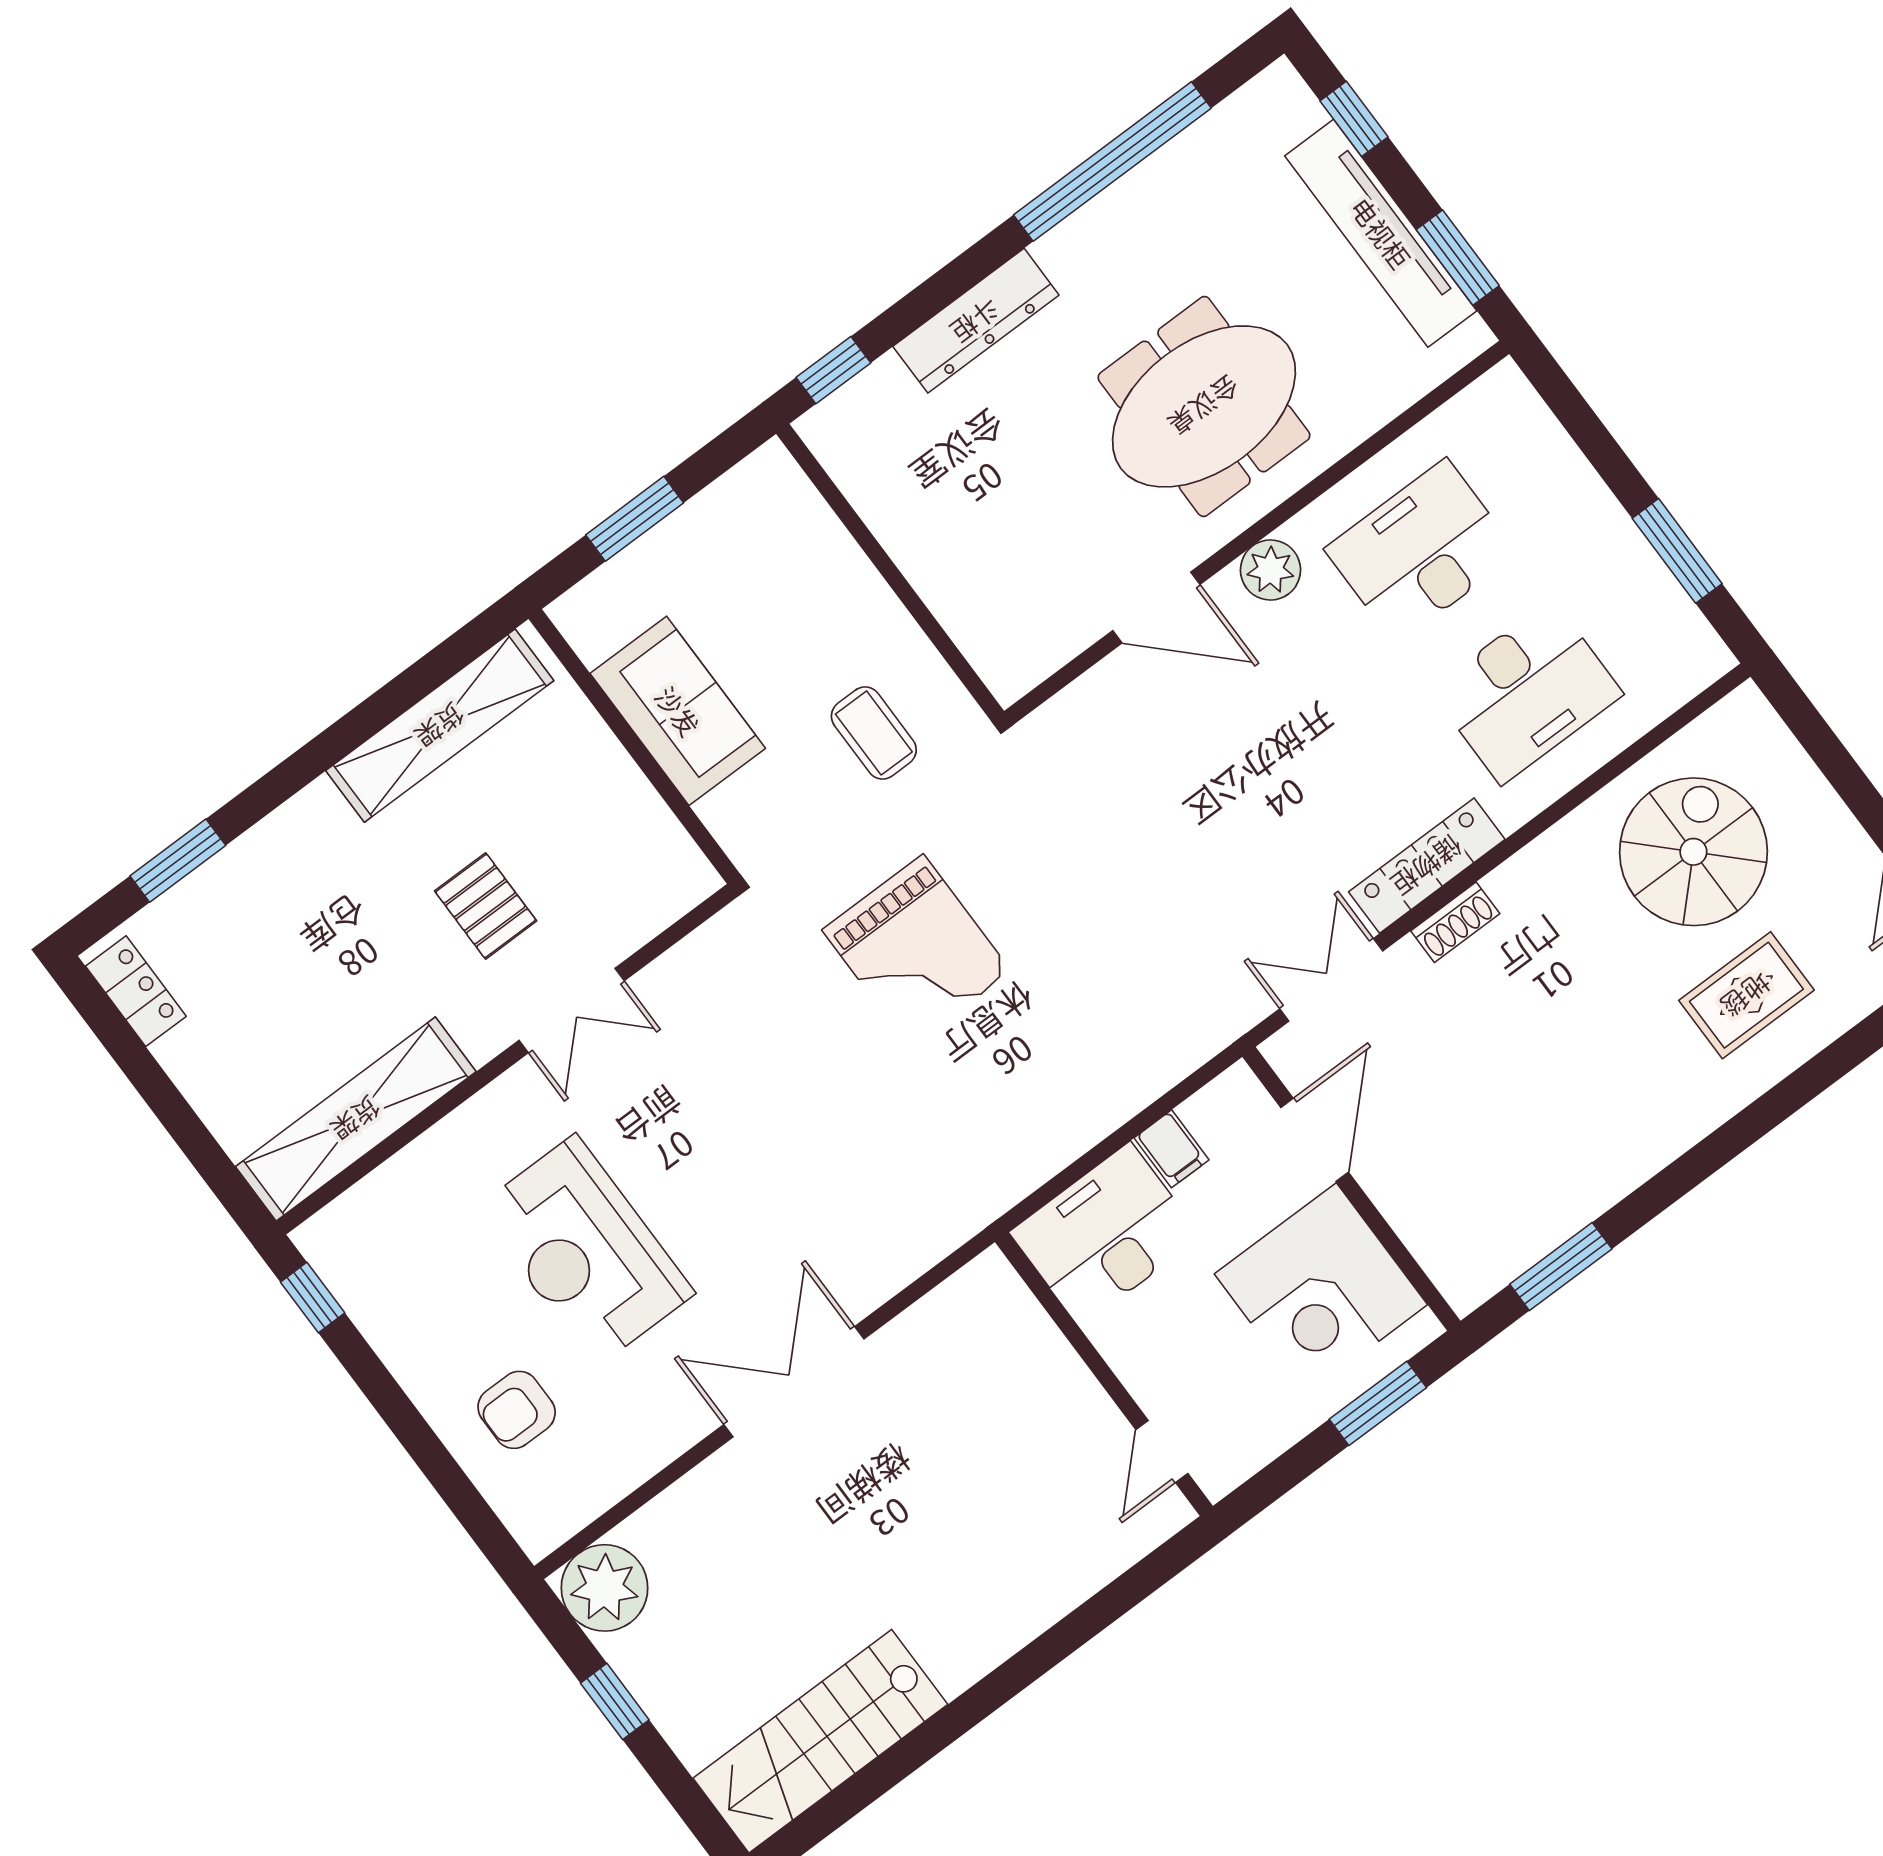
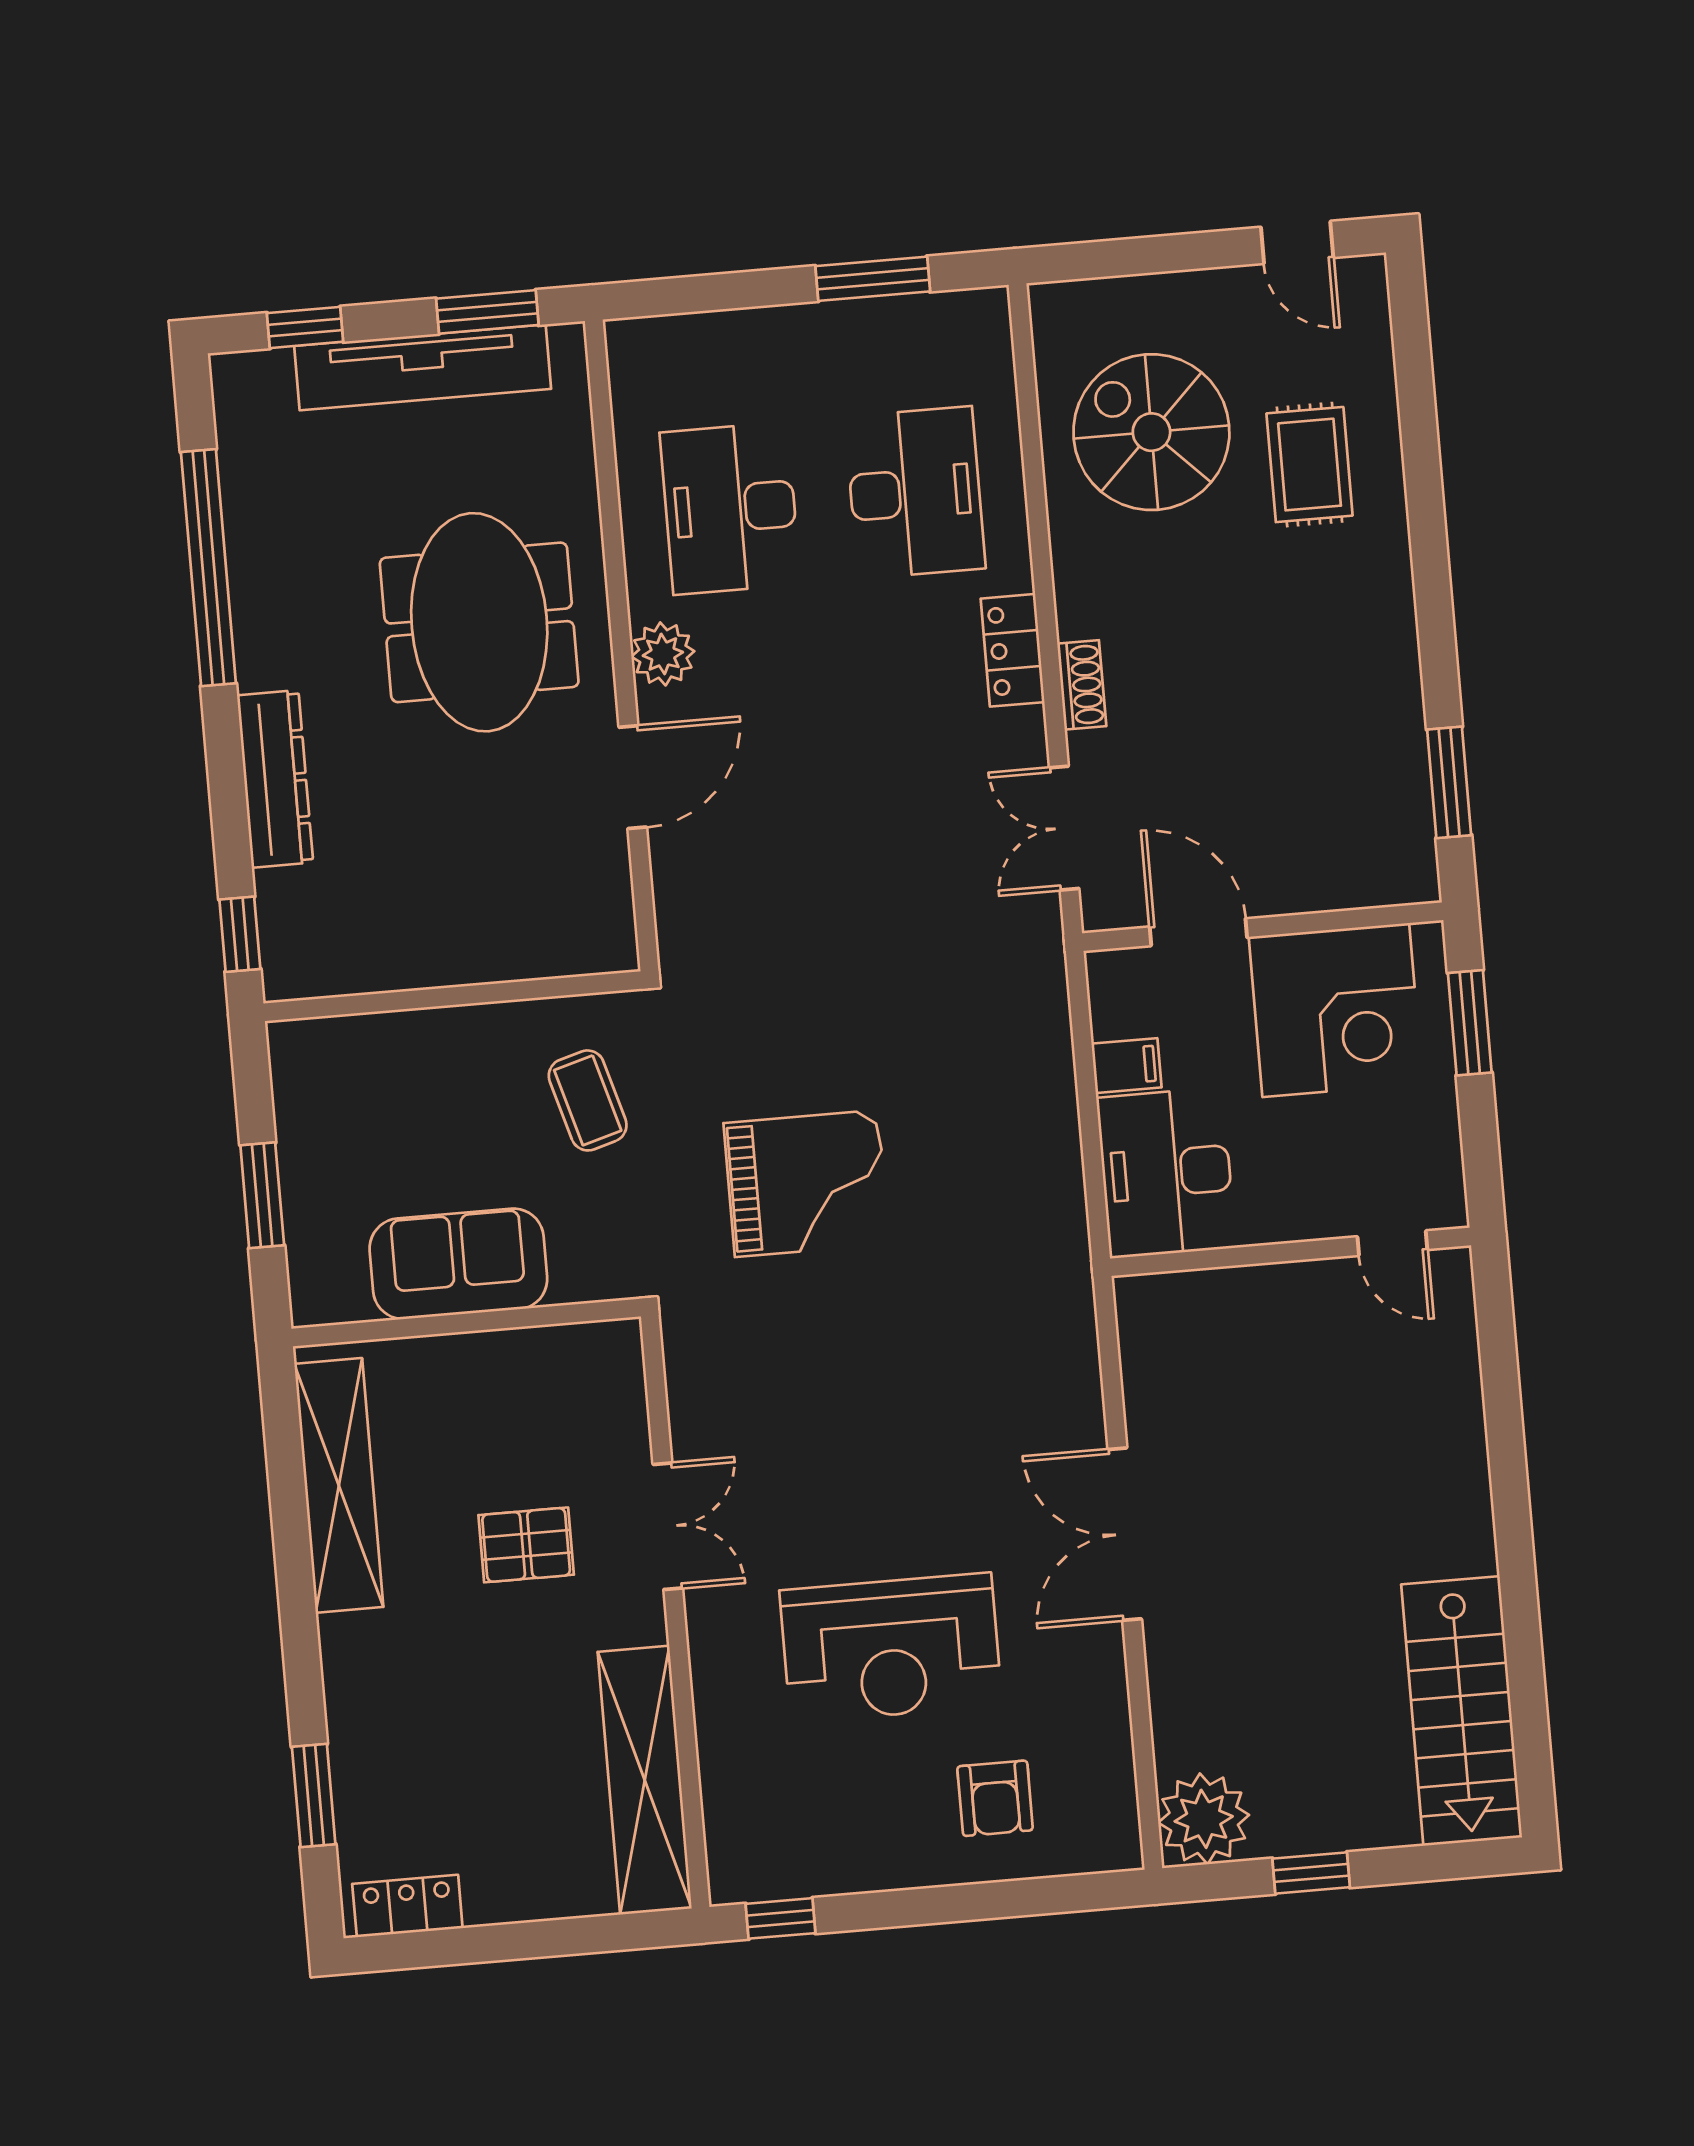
coffee table: (874, 733) -> (588, 1100), turned 74
locker: (1427, 866) -> (1013, 650), width x0.66

